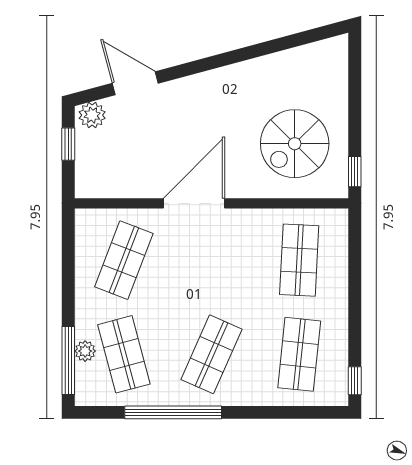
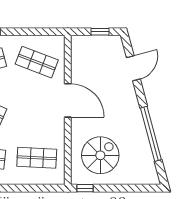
window: (255, 51) -> (151, 134), added
plant: (92, 115) -> (116, 45), removed
spiral stairs: (295, 144) -> (100, 155), turned 90

